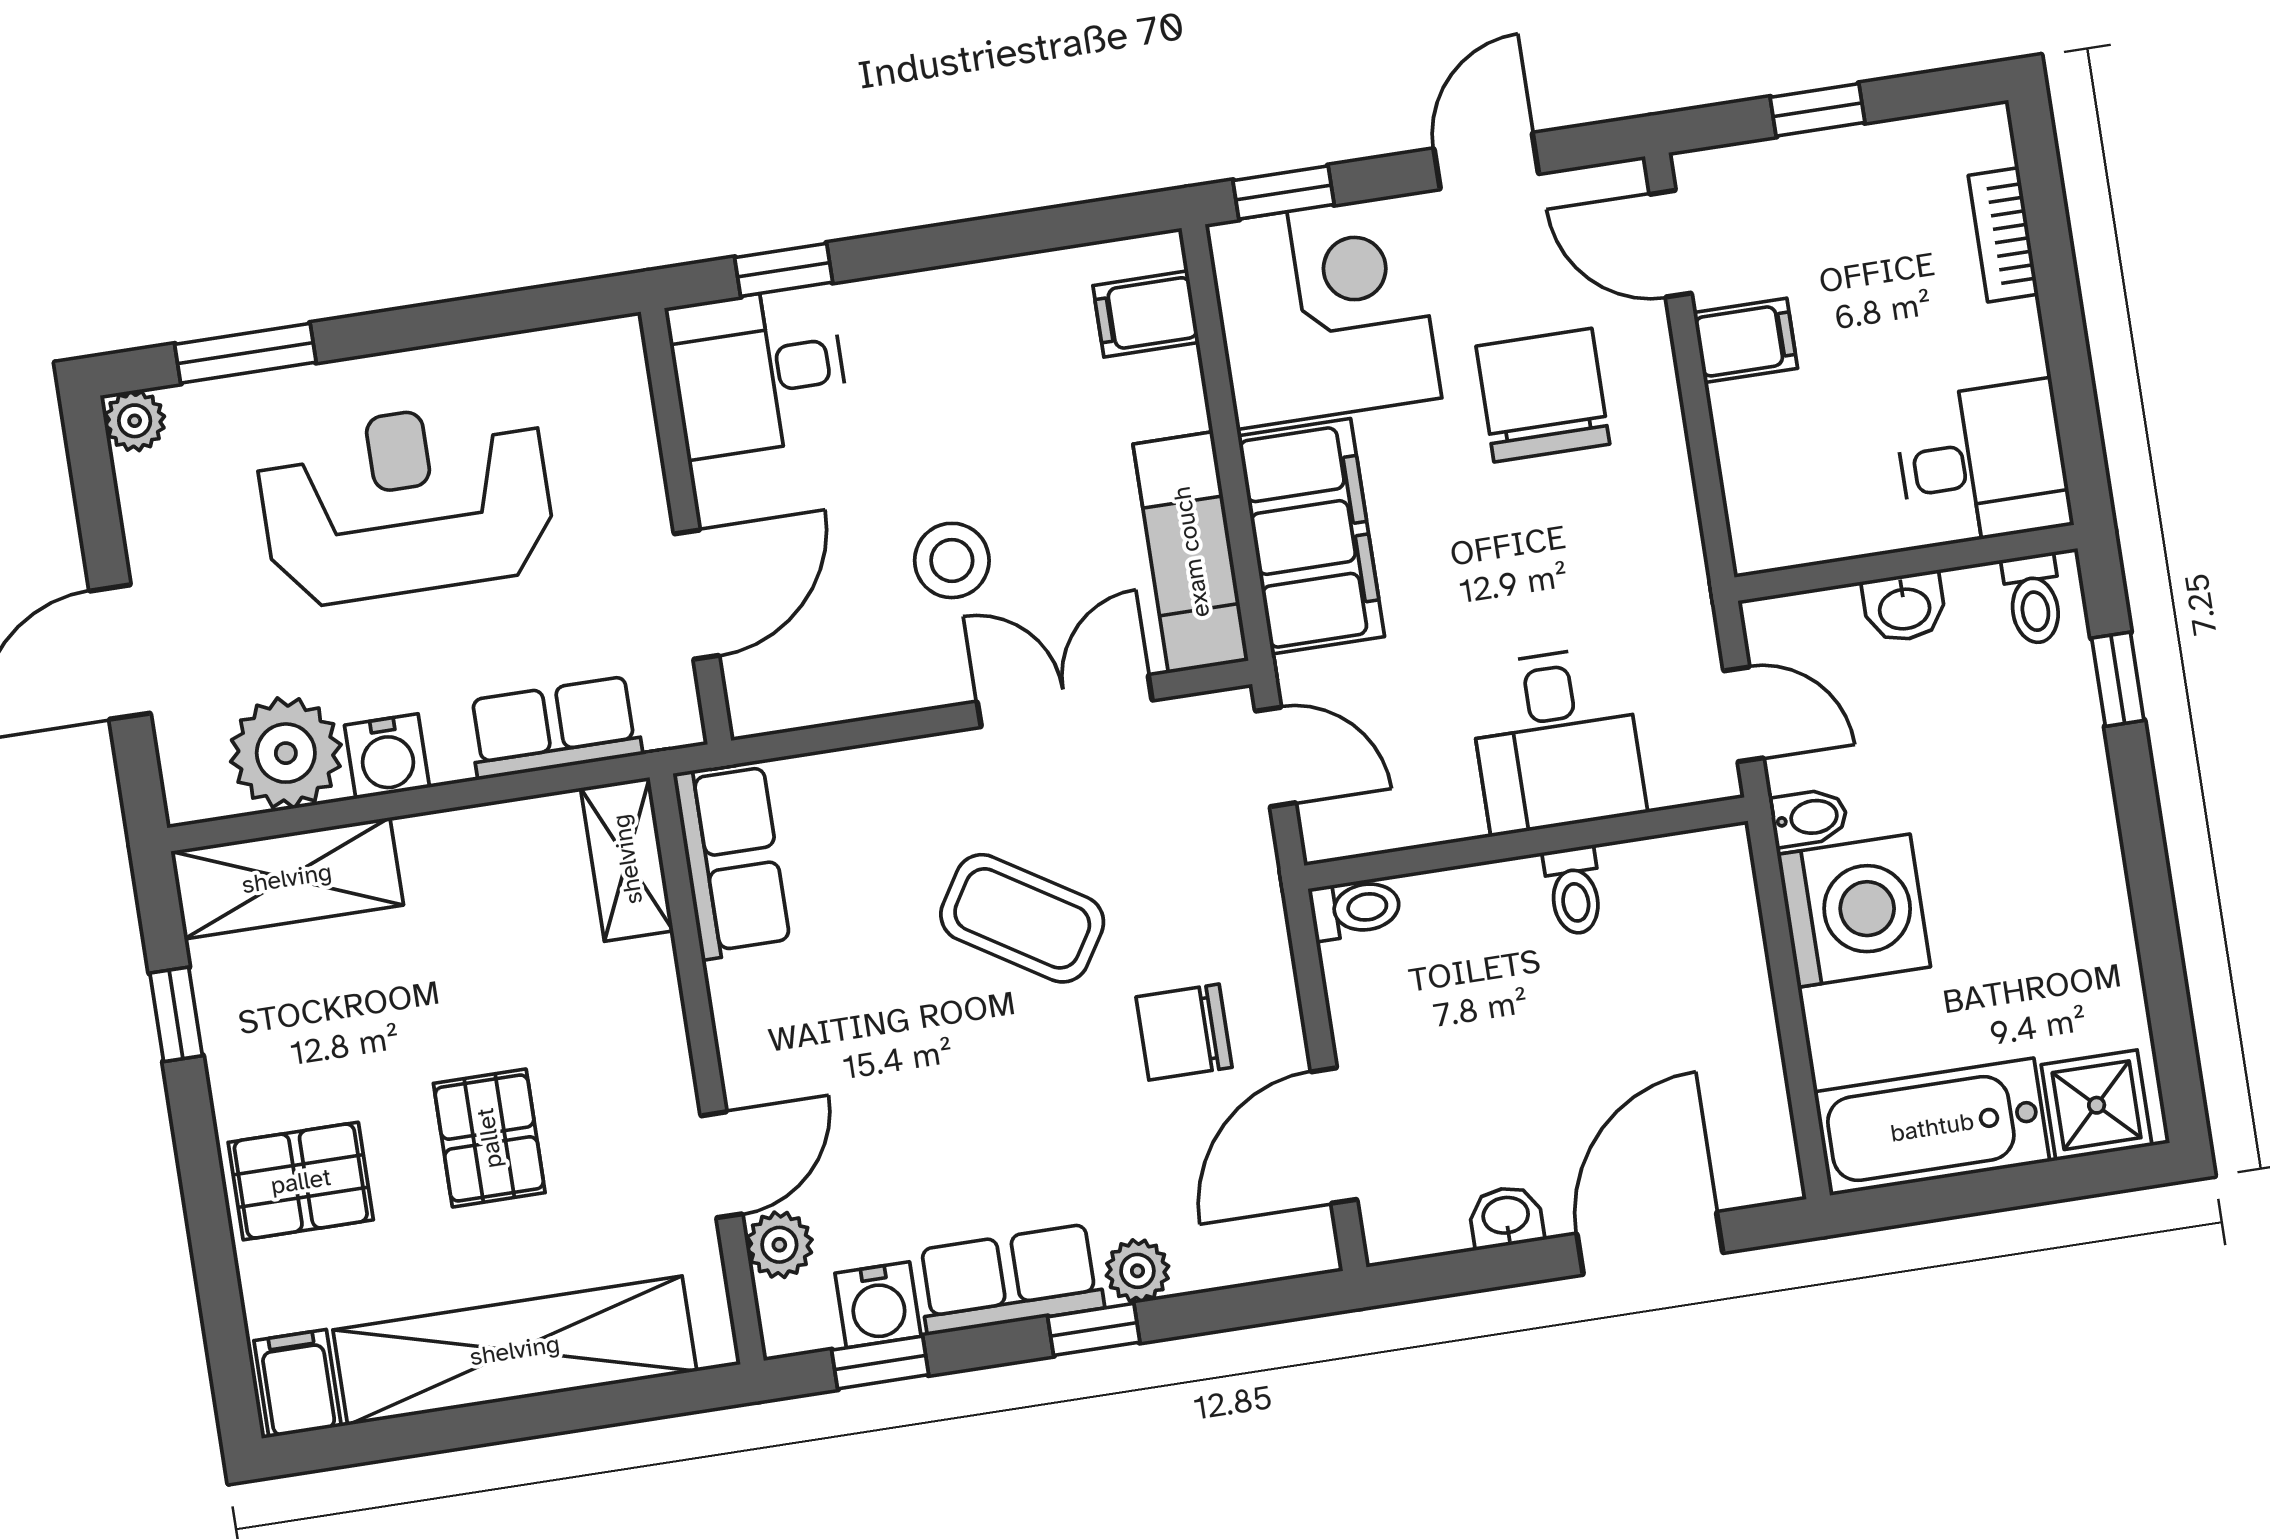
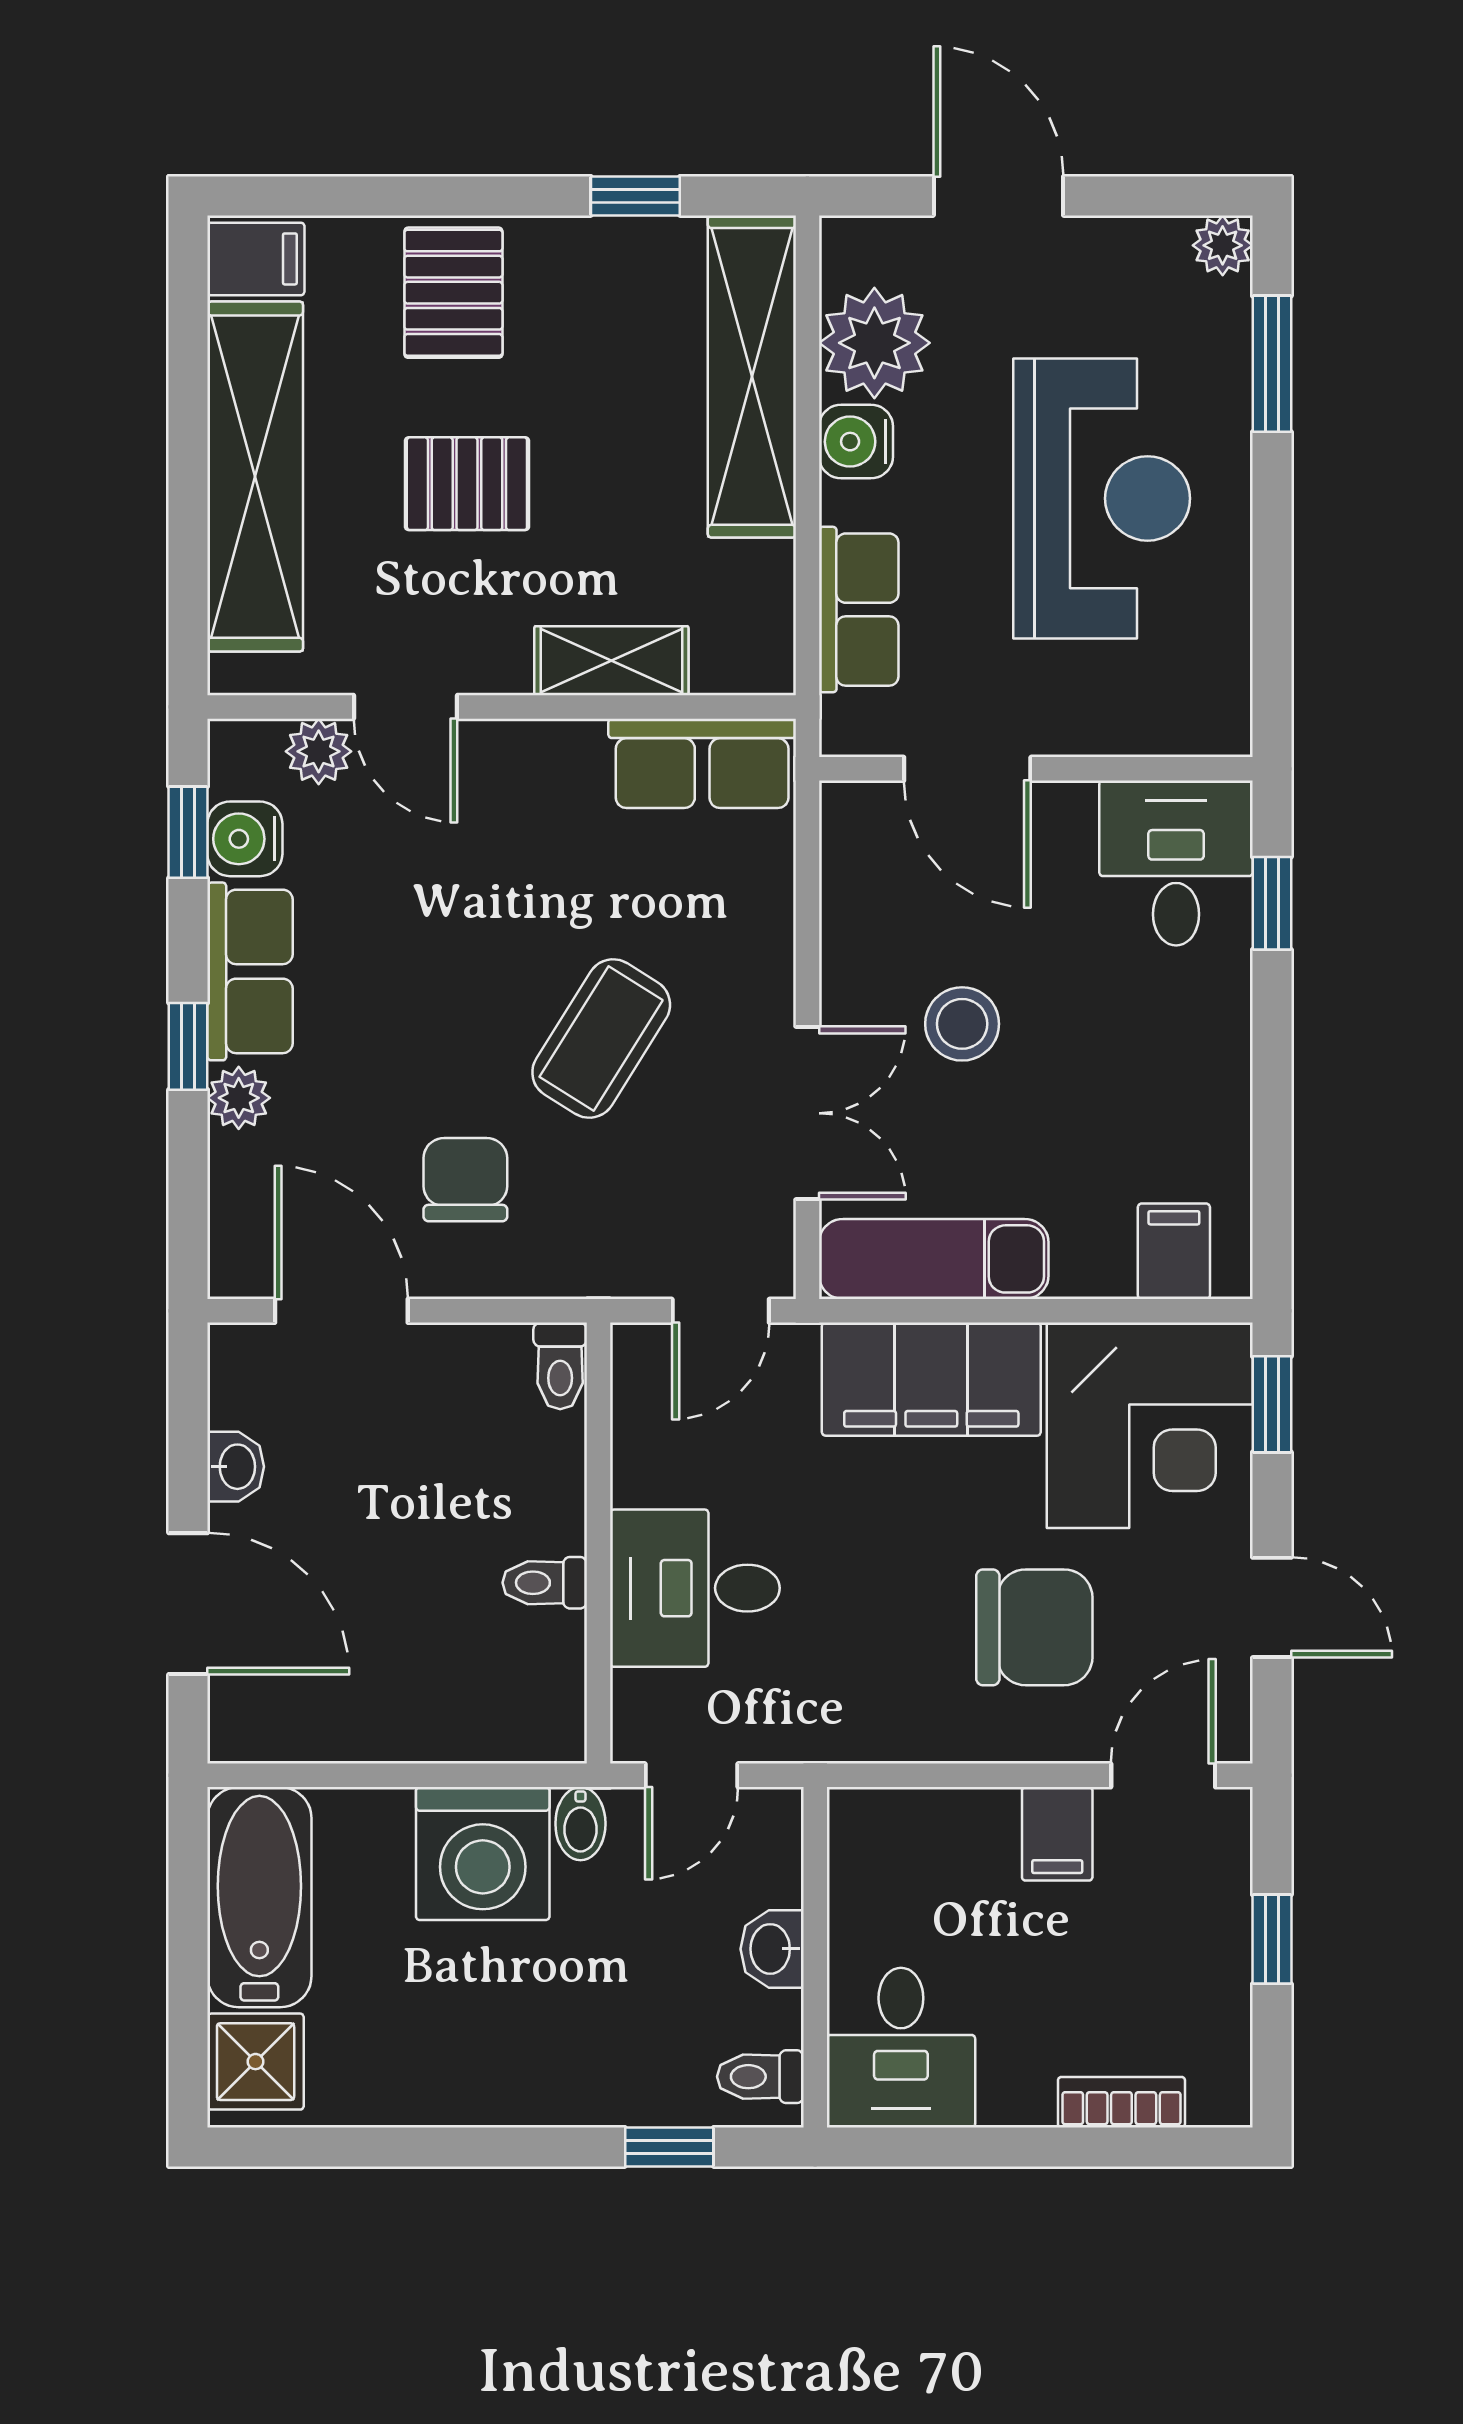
shelving: (627, 859) -> (611, 661), moved
shelving: (287, 878) -> (752, 376), width x1.47

